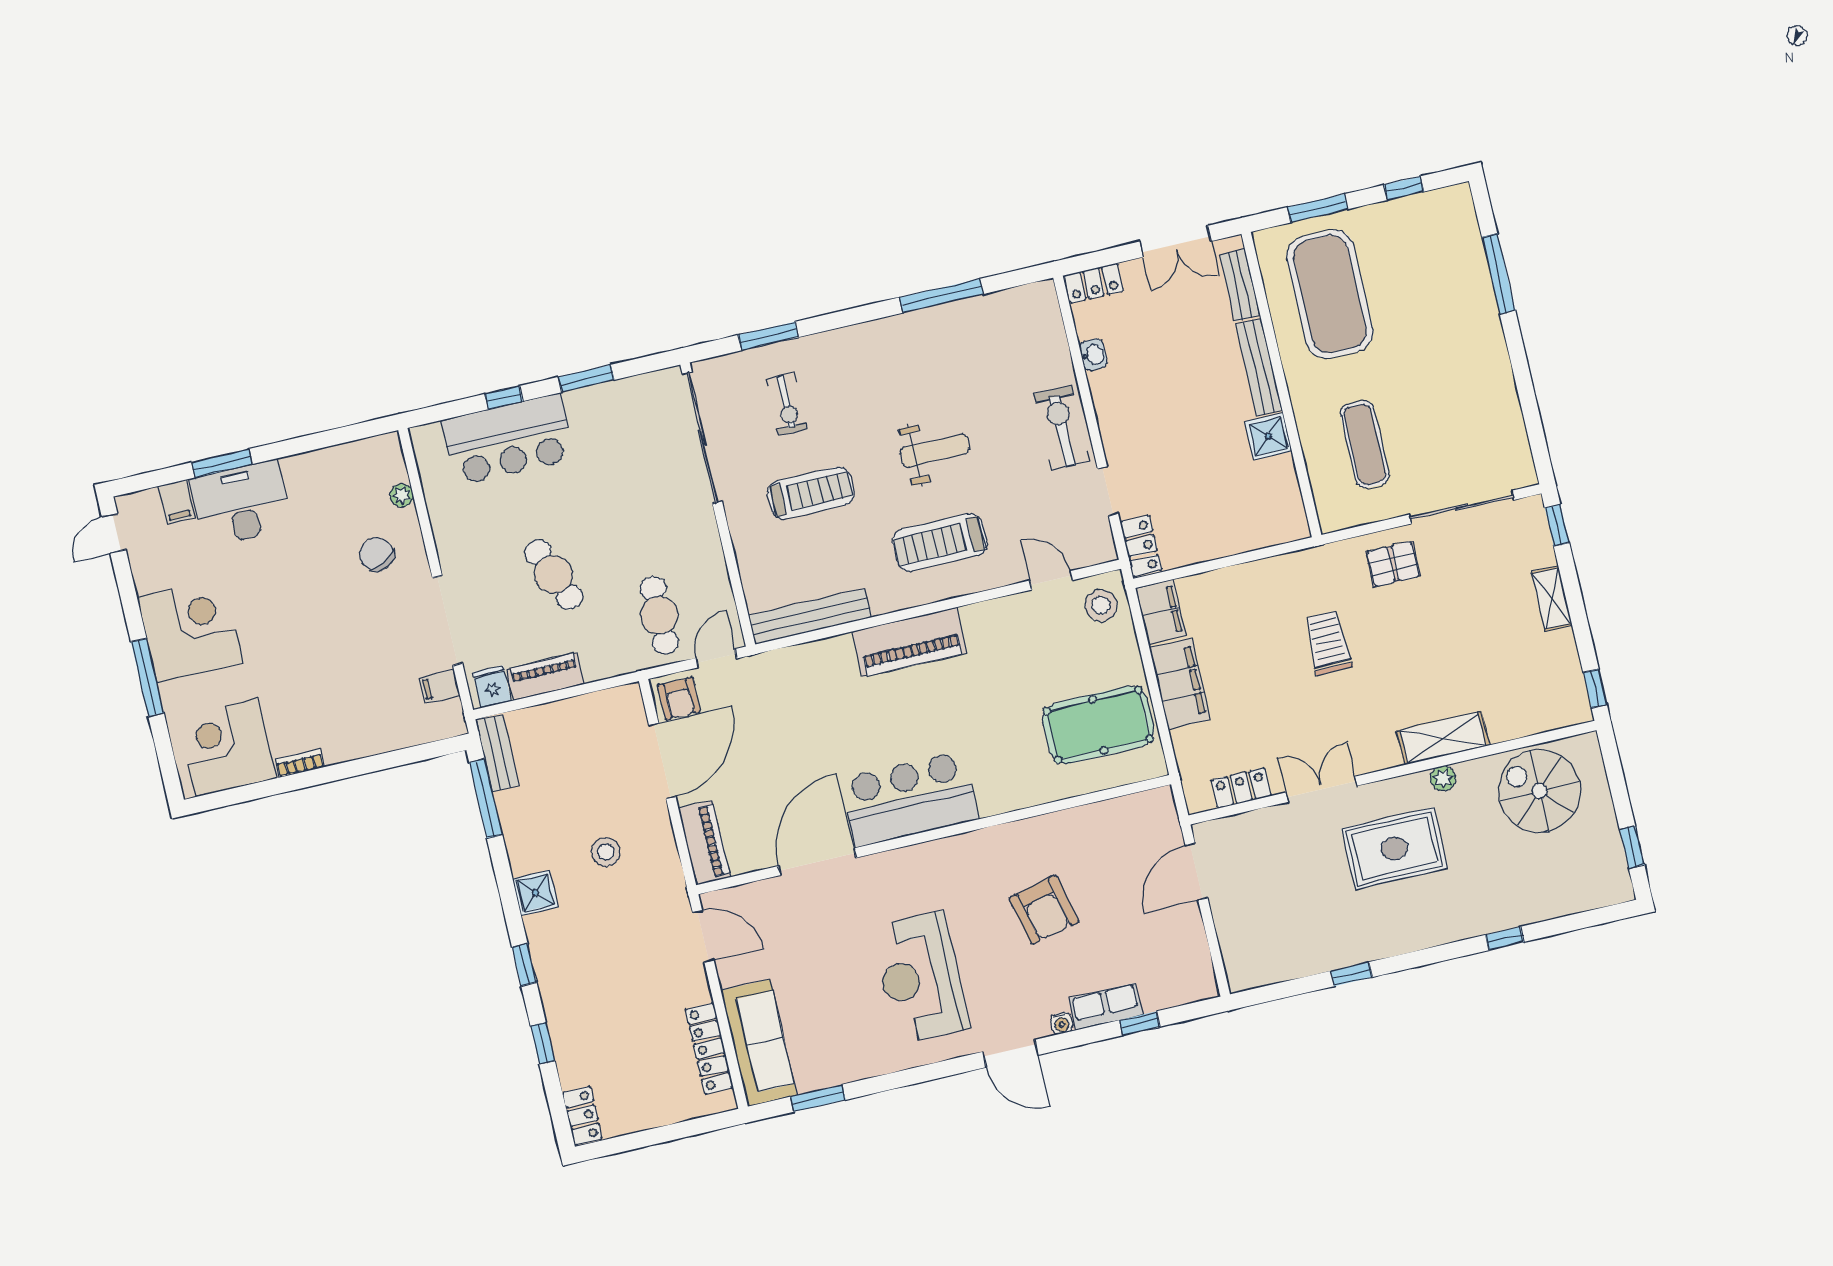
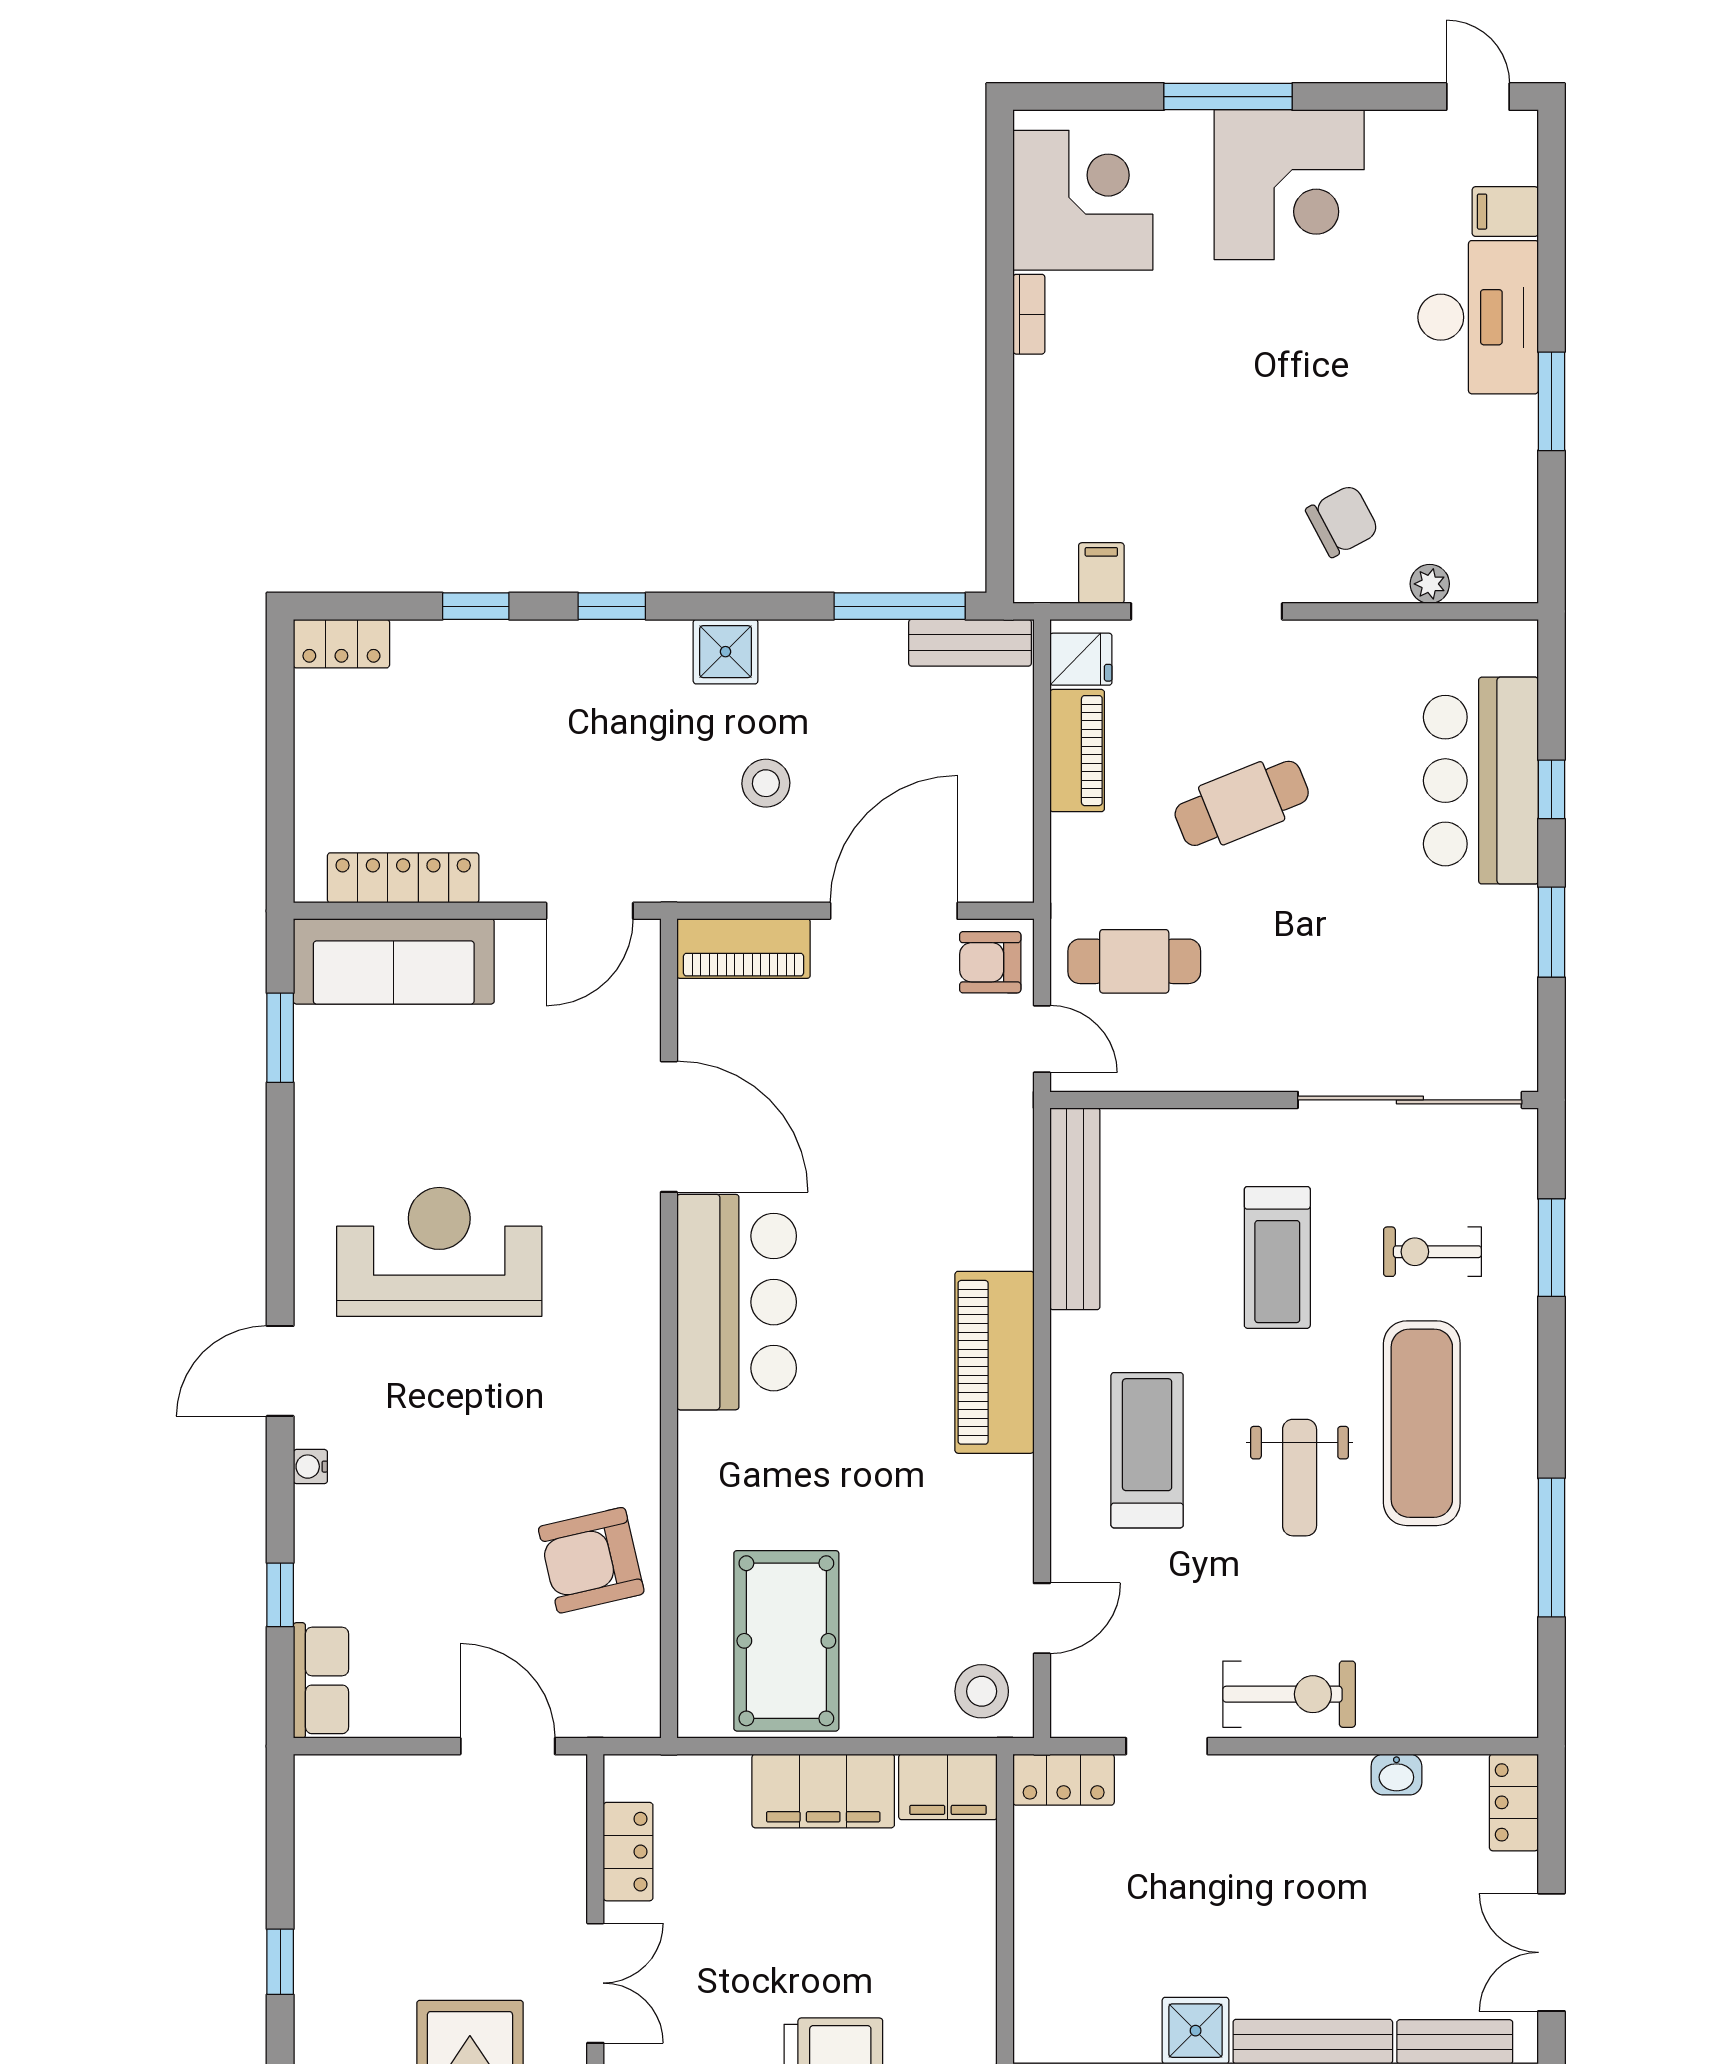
exercise mat: (887, 387) -> (1422, 1423), added
window: (222, 463) -> (1551, 401), moved
door: (662, 761) -> (894, 911), swing flipped
armchair: (1044, 910) -> (591, 1560), moved
row of seats: (1106, 1006) -> (321, 1680), moved

